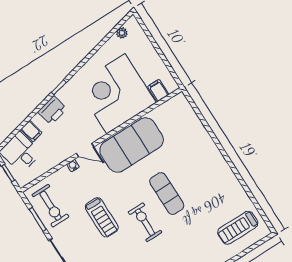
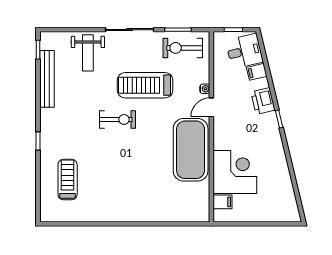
plant: (122, 33) -> (291, 202), removed
corner desk: (116, 94) -> (235, 172), width x0.74, depth x0.74
exercise mat: (167, 194) -> (130, 154), removed
treadmill: (102, 217) -> (145, 85), width x1.37, depth x1.37
treadmill: (238, 228) -> (68, 180), moved

